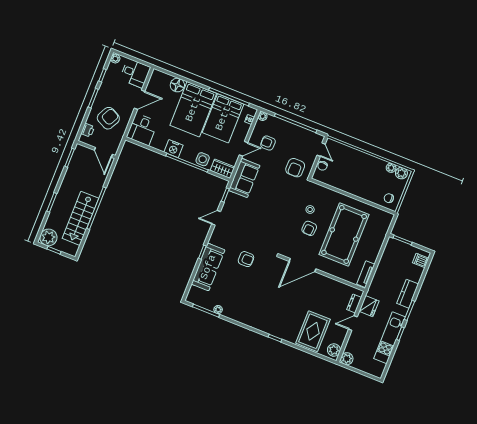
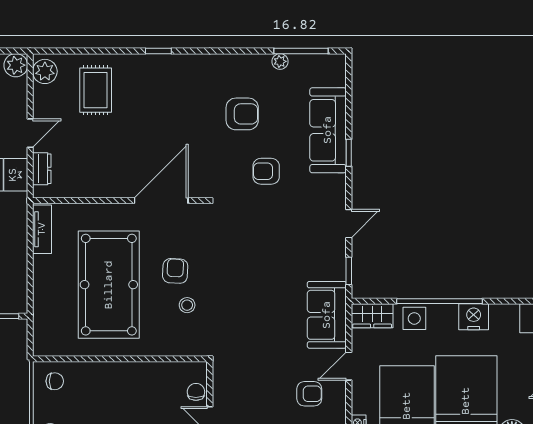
armchair: (295, 168) -> (242, 114), moved, turned 90
rug: (313, 331) -> (96, 90), width x0.73, depth x0.70

